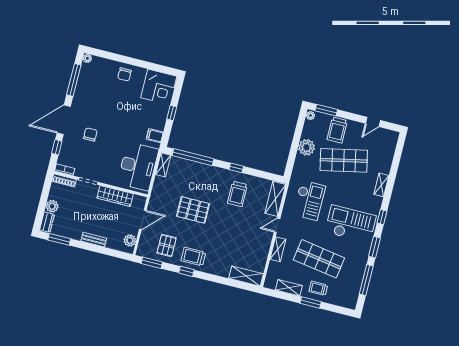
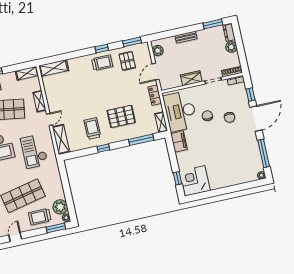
chair: (124, 74) -> (207, 116), moved
window: (172, 113) -> (177, 178), moved
trolley: (337, 130) -> (40, 217), turned -90
filing cabinet: (155, 136) -> (179, 142), width x2.00
plant: (307, 147) -> (60, 207), moved
window: (193, 157) -> (141, 140), width x0.68
wardrobe: (115, 196) -> (191, 78), width x0.67
locker: (156, 196) -> (155, 95), added
pallet: (193, 210) -> (121, 116), moved
shelving: (289, 288) -> (27, 73), moved

